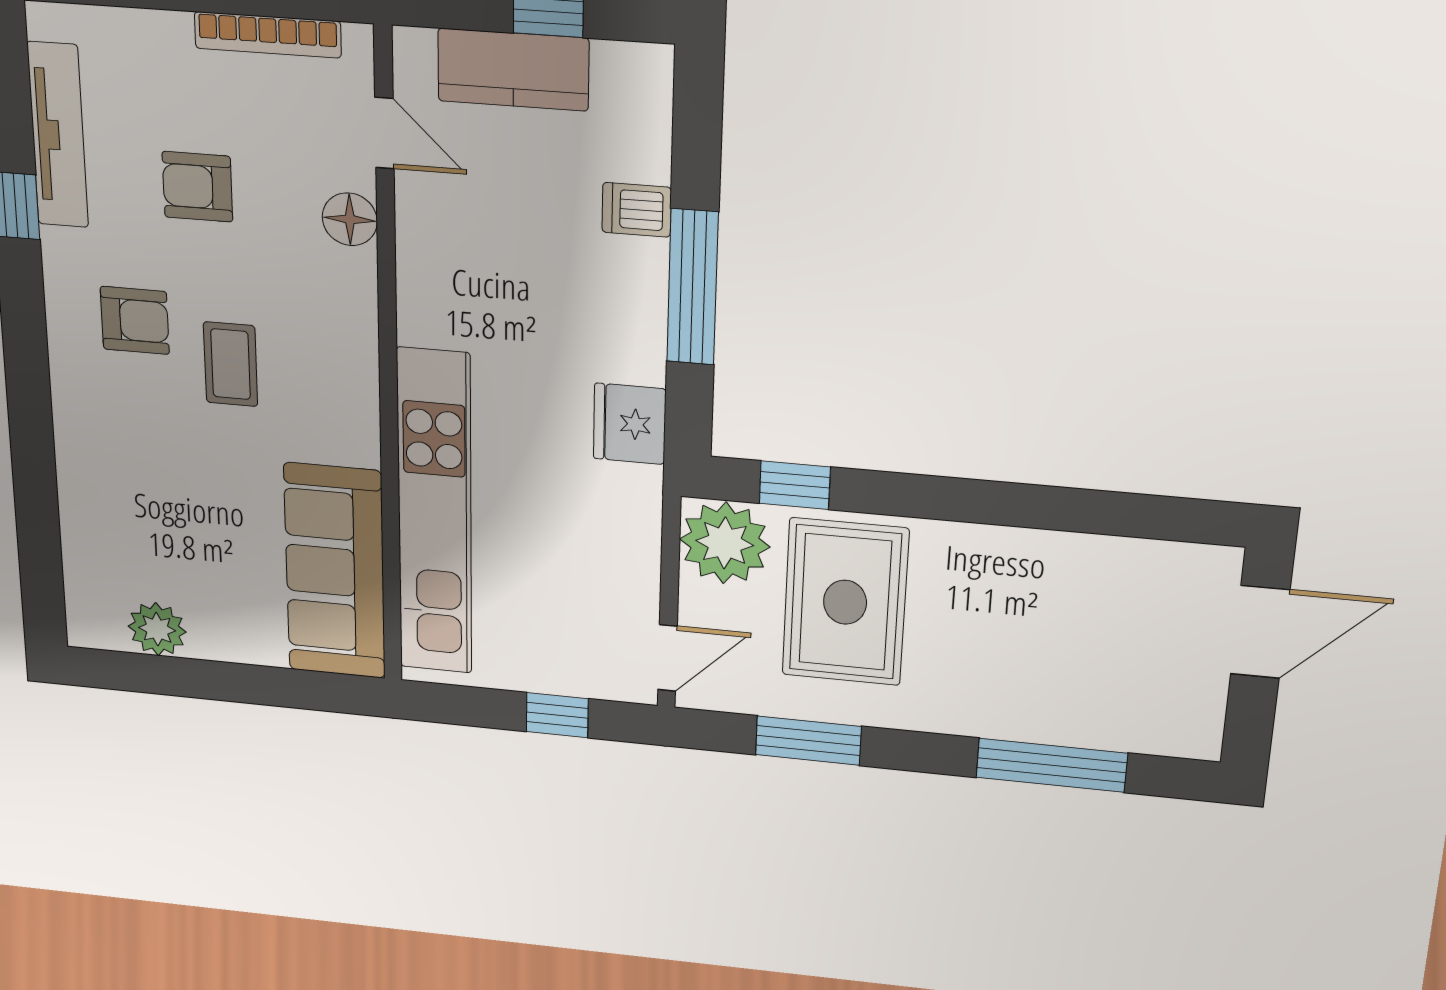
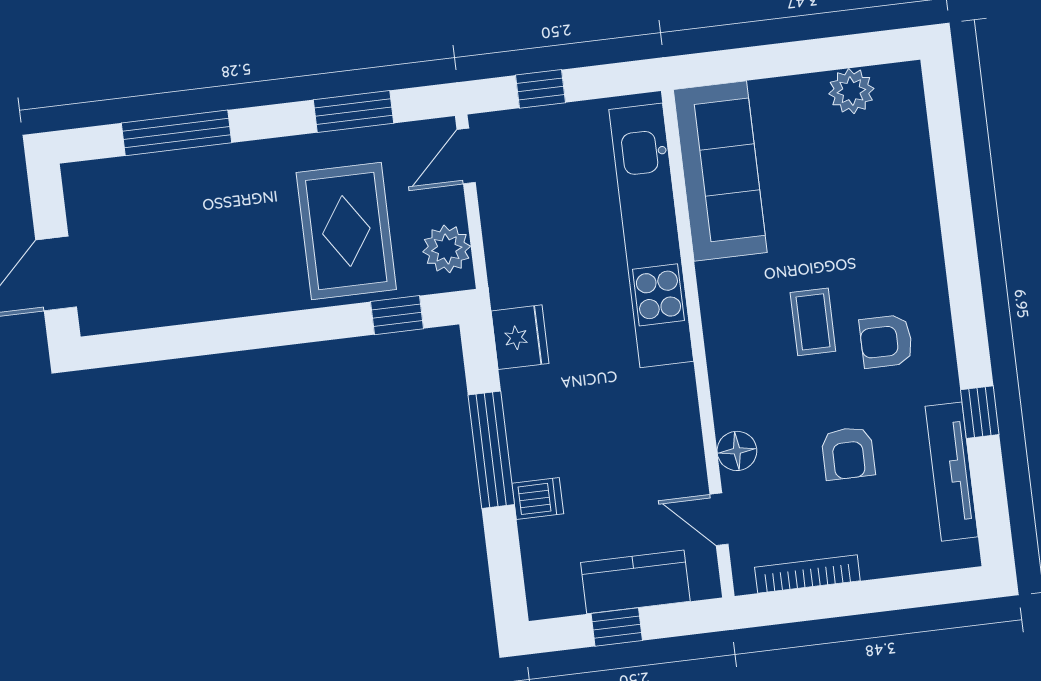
armchair: (197, 187) -> (848, 453), turned 90
plant: (725, 543) -> (447, 249), width x0.73, depth x0.73

